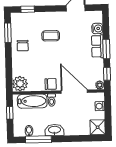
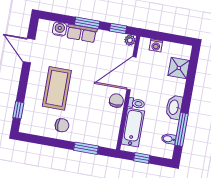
window: (8, 33) -> (86, 148), moved
coffee table: (51, 36) -> (57, 88), width x1.86, depth x1.72
plant: (20, 84) -> (108, 138), removed
shower: (98, 127) -> (179, 68), moved

